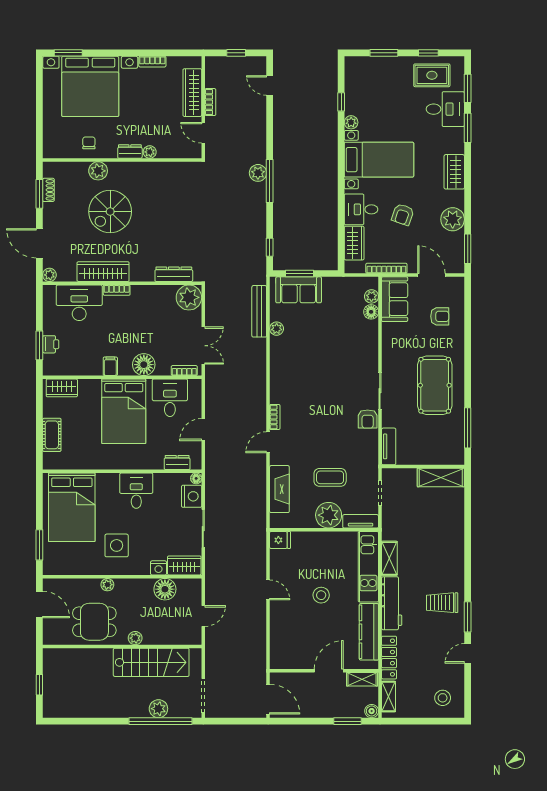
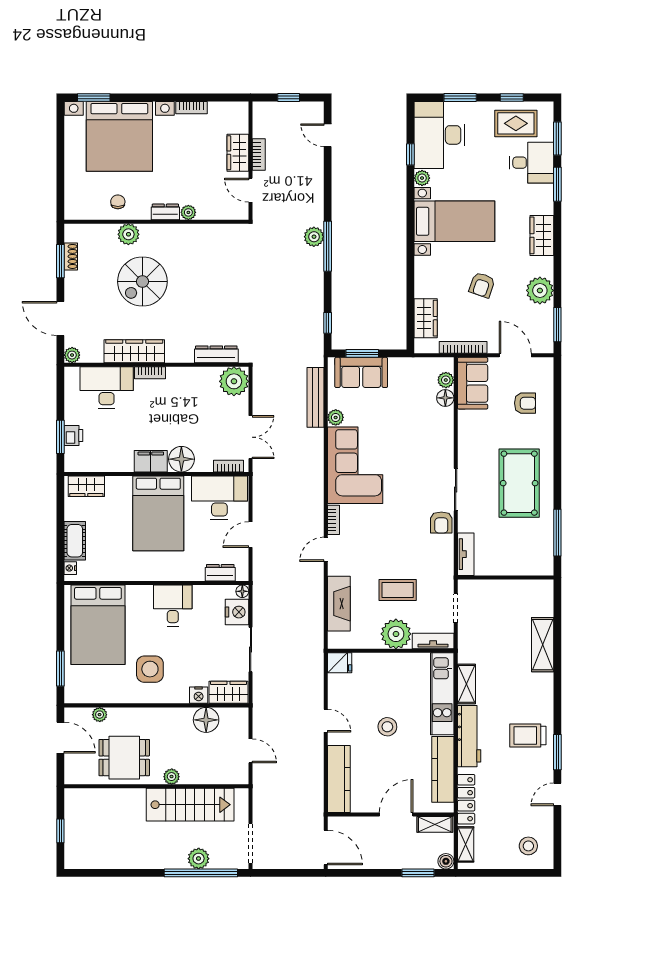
wardrobe: (192, 93) -> (238, 153), width x0.67
desk: (361, 209) -> (439, 135), moved, width x1.87, depth x1.30
filing cabinet: (110, 366) -> (151, 461), width x2.00
corner sofa: (293, 370) -> (355, 465), added
desk: (170, 398) -> (219, 498), width x1.37
nightstand: (48, 458) -> (70, 568), added
shelving: (441, 477) -> (543, 645), moved, turned 90
plant: (107, 585) -> (100, 715), moved
door: (203, 616) -> (251, 751), hinge flipped
kitchen counter: (279, 640) -> (339, 779), added

